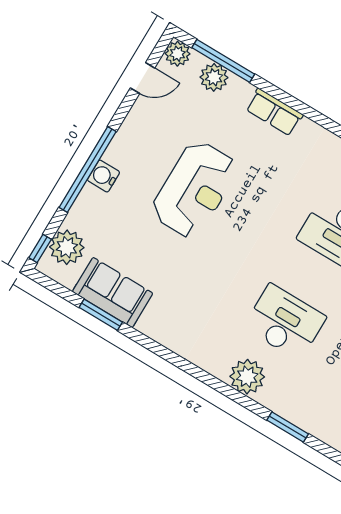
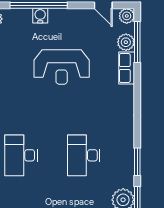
row of seats: (274, 112) -> (127, 68), moved
desk: (285, 322) -> (21, 155), turned 180

